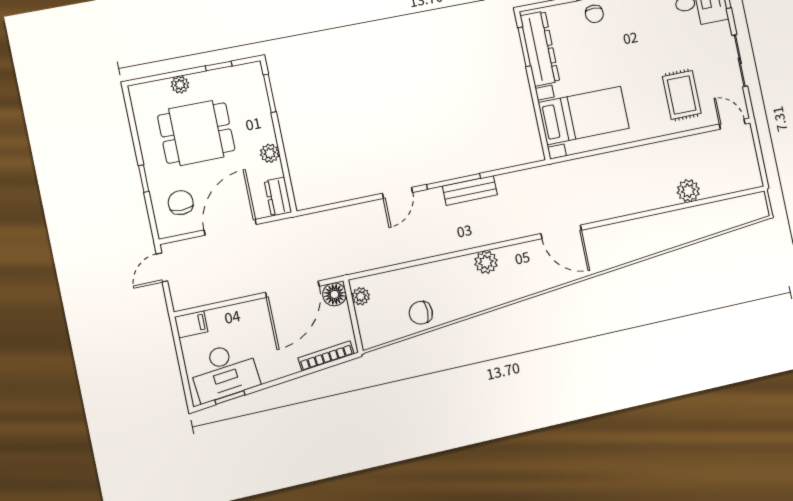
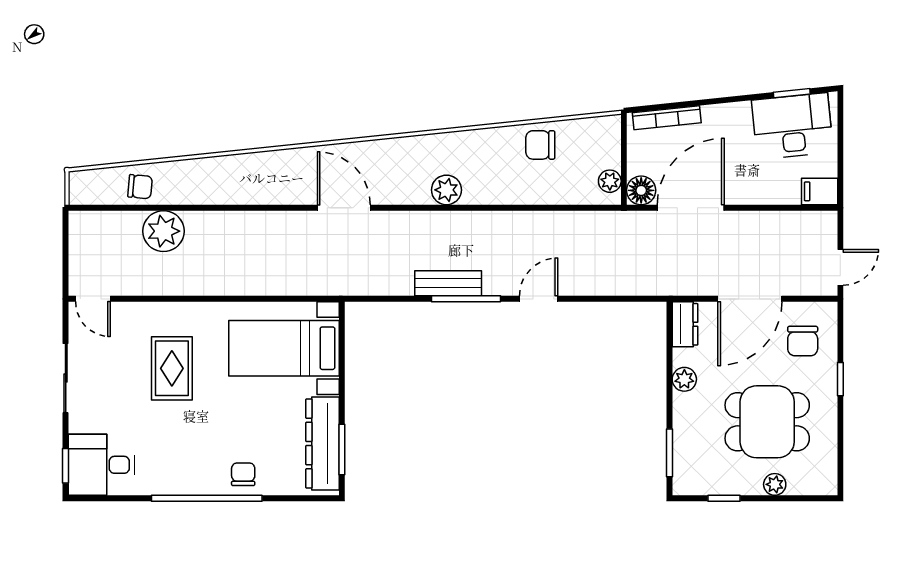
rug: (682, 95) -> (172, 368), moved
plant: (688, 191) -> (163, 231), width x1.36, depth x1.36
chair: (716, 216) -> (140, 187), added
chair: (421, 313) -> (540, 145), turned 180

